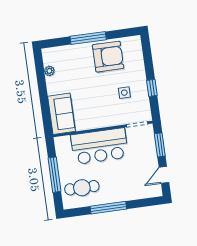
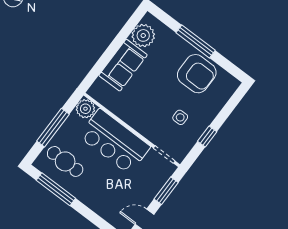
plant: (49, 71) -> (143, 35), width x1.88, depth x1.88
sofa: (61, 114) -> (123, 65), moved
plant: (62, 144) -> (85, 109), added
window: (108, 208) -> (56, 189), moved

